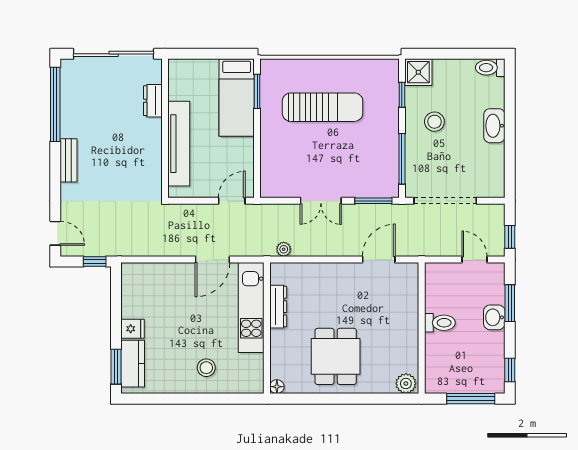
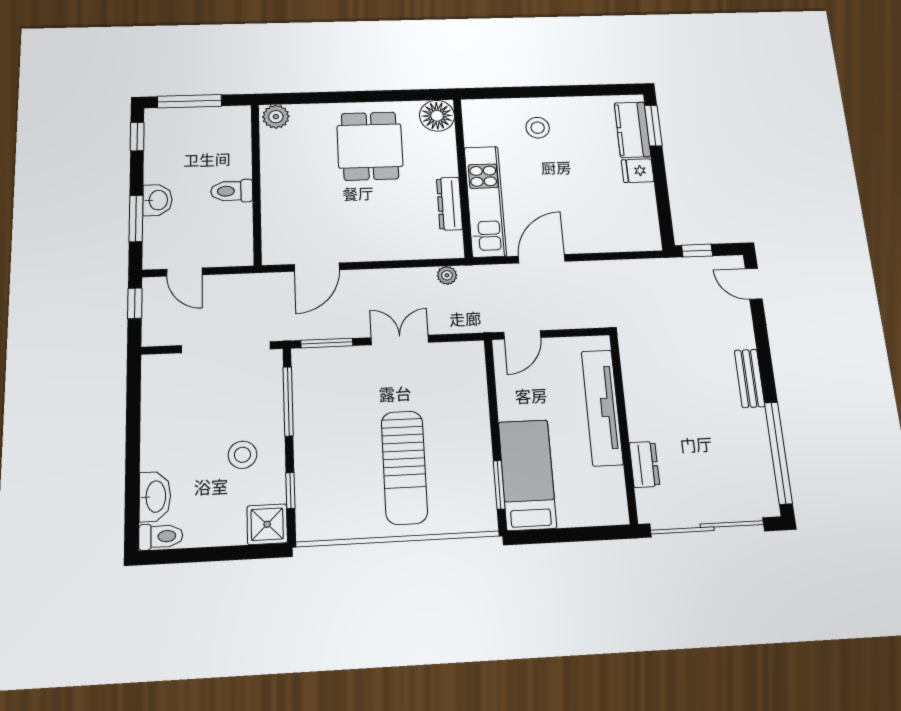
sun lounger: (323, 107) -> (404, 467), turned -90
washbasin: (494, 126) -> (155, 497), moved
floor lamp: (277, 387) -> (437, 116), width x1.89, depth x1.89

